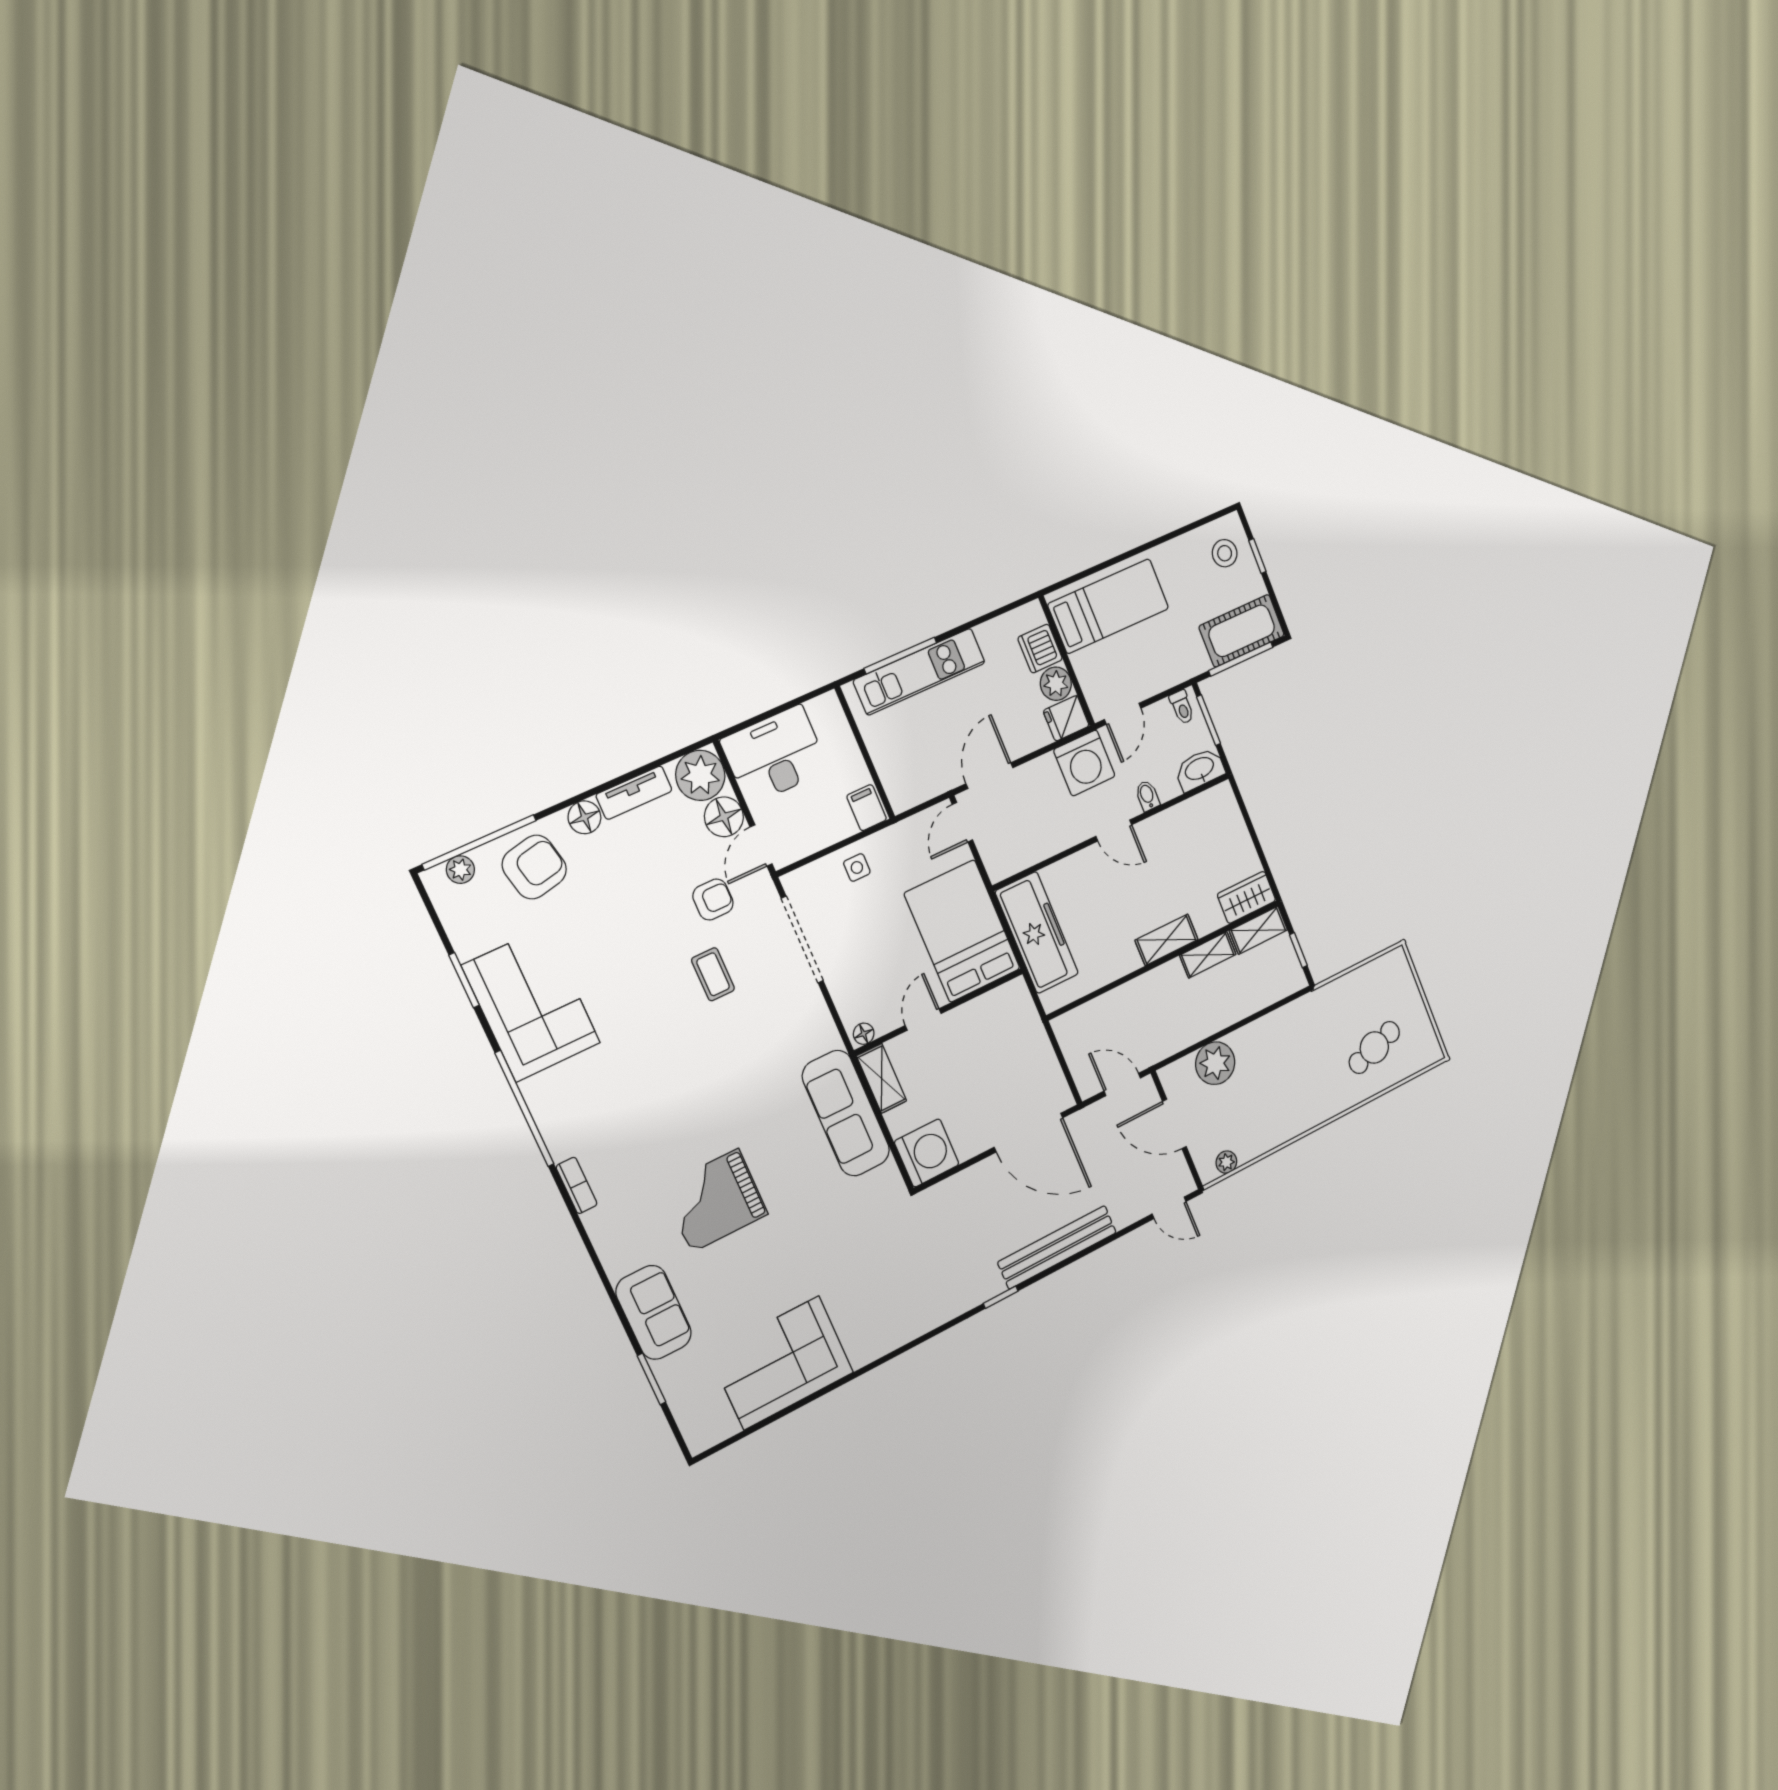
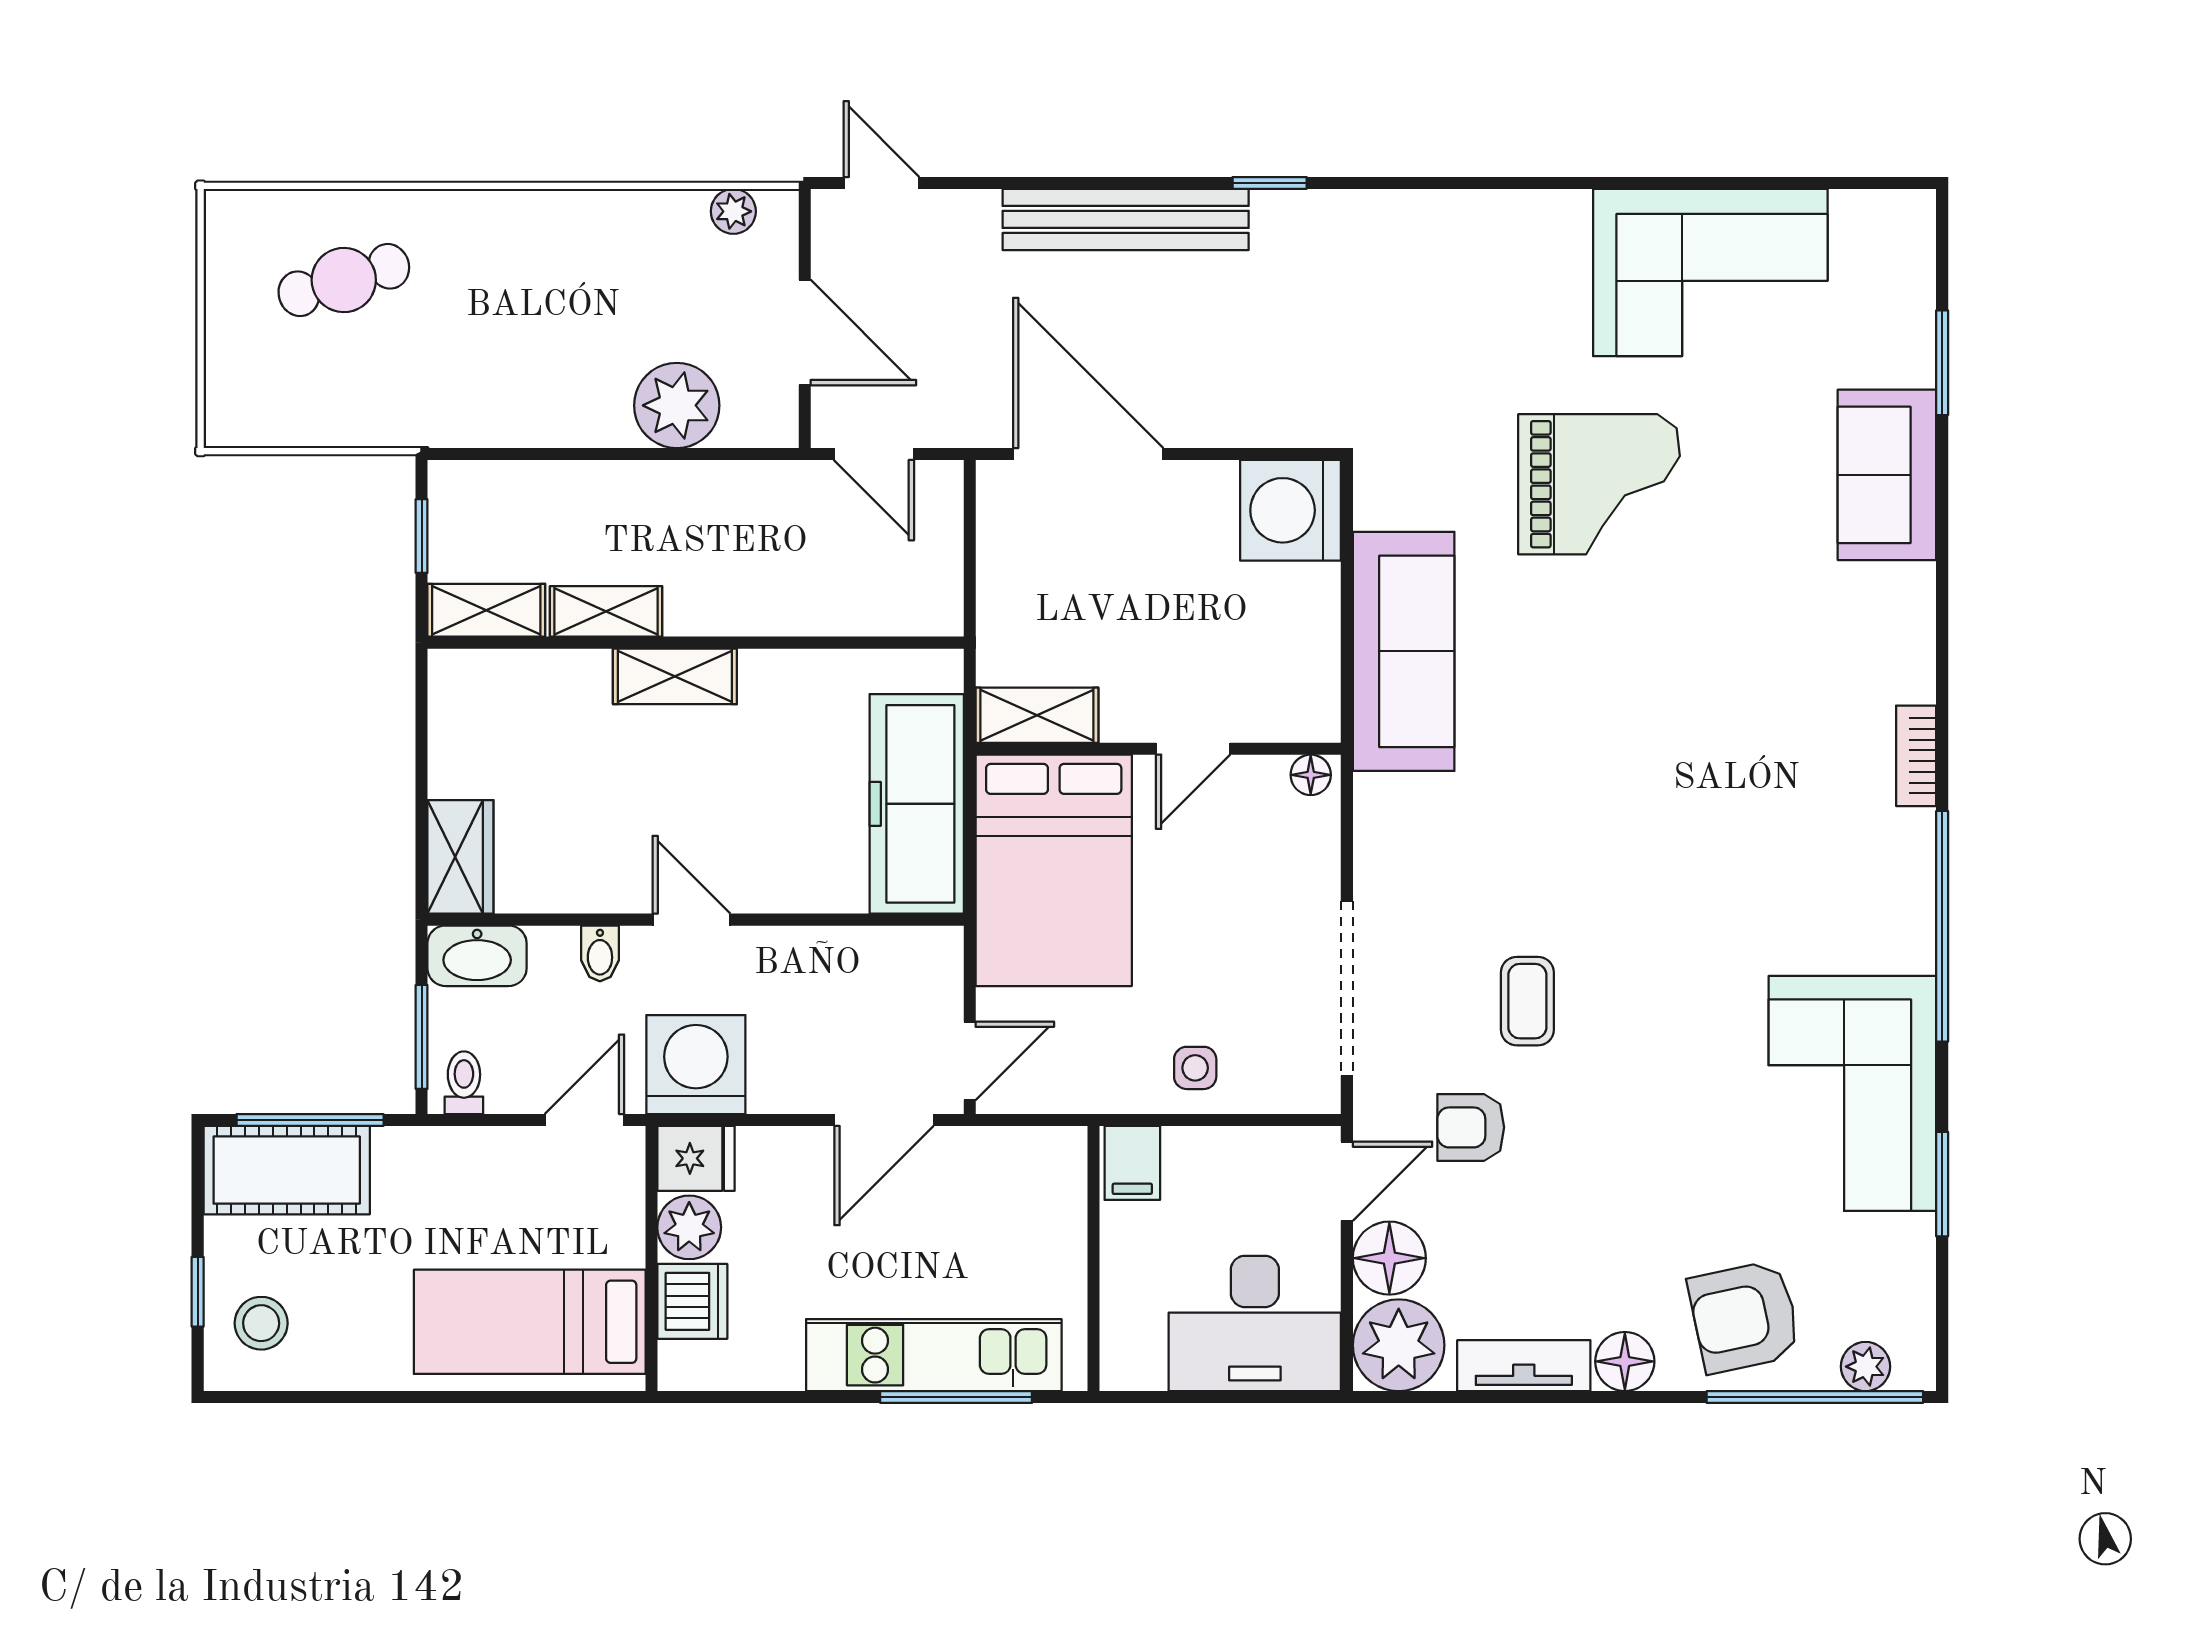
wardrobe: (1246, 897) -> (460, 857), moved, turned -90
shelving: (882, 1078) -> (1037, 715), moved, turned 90
grand piano: (715, 1201) -> (1599, 484), moved

